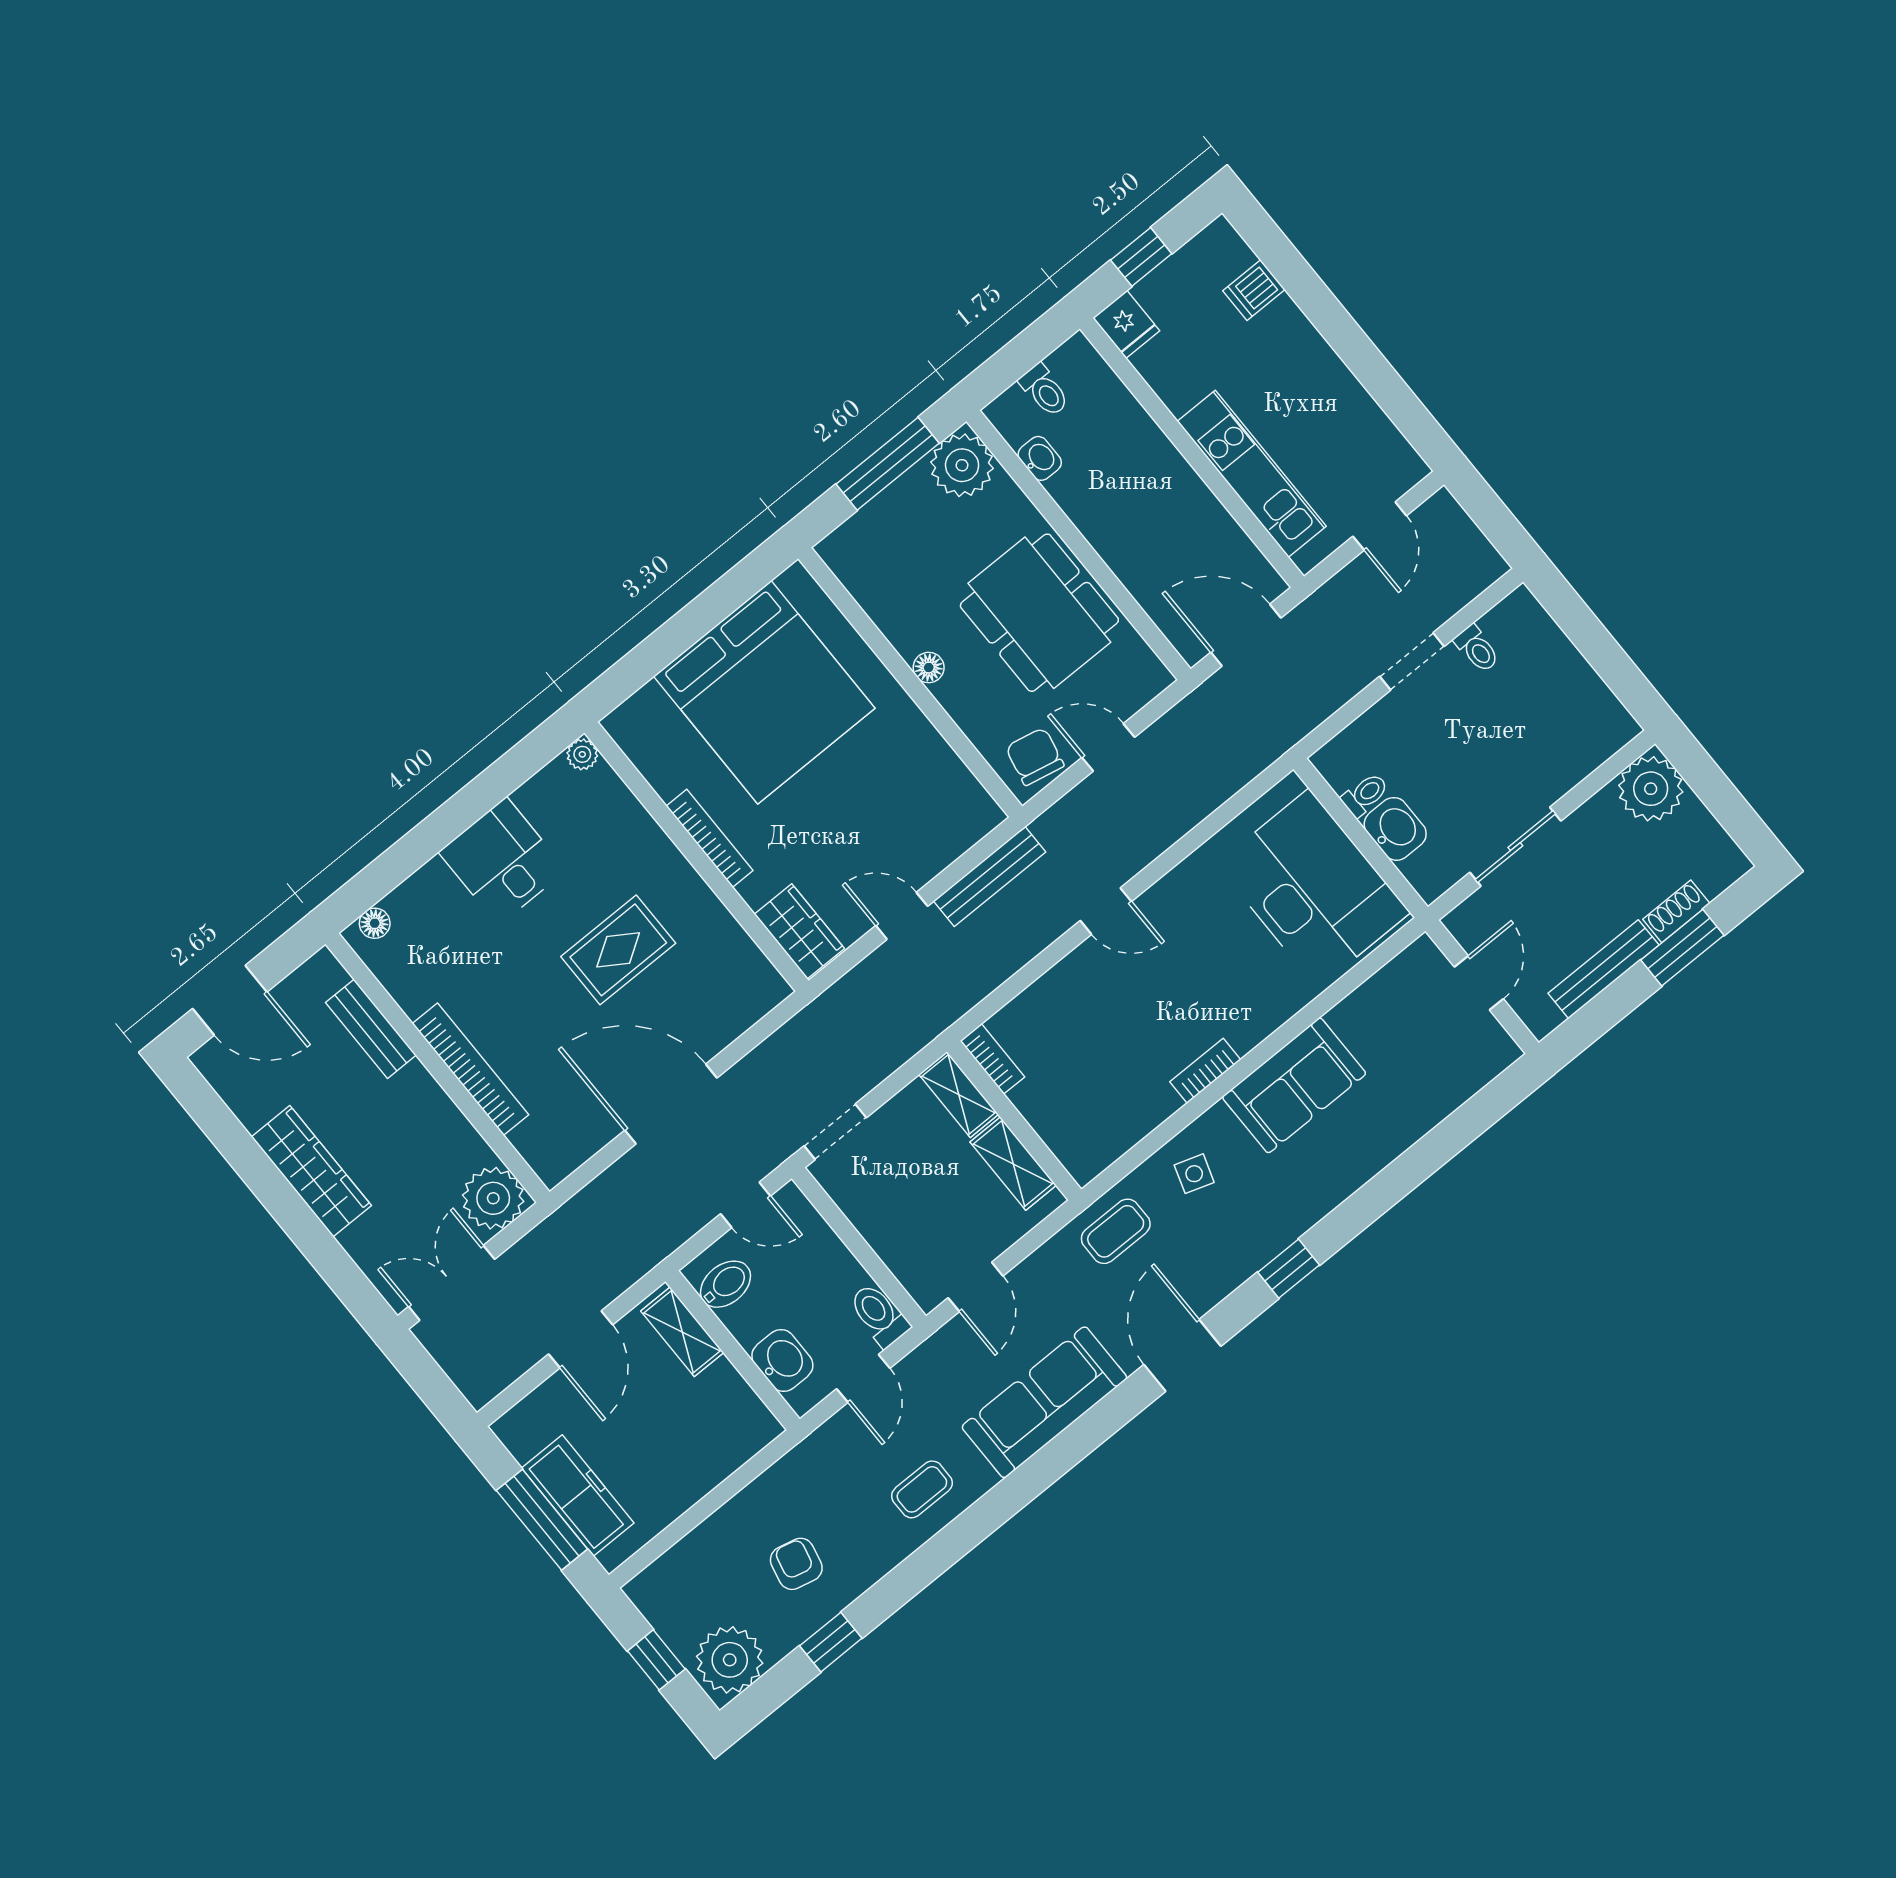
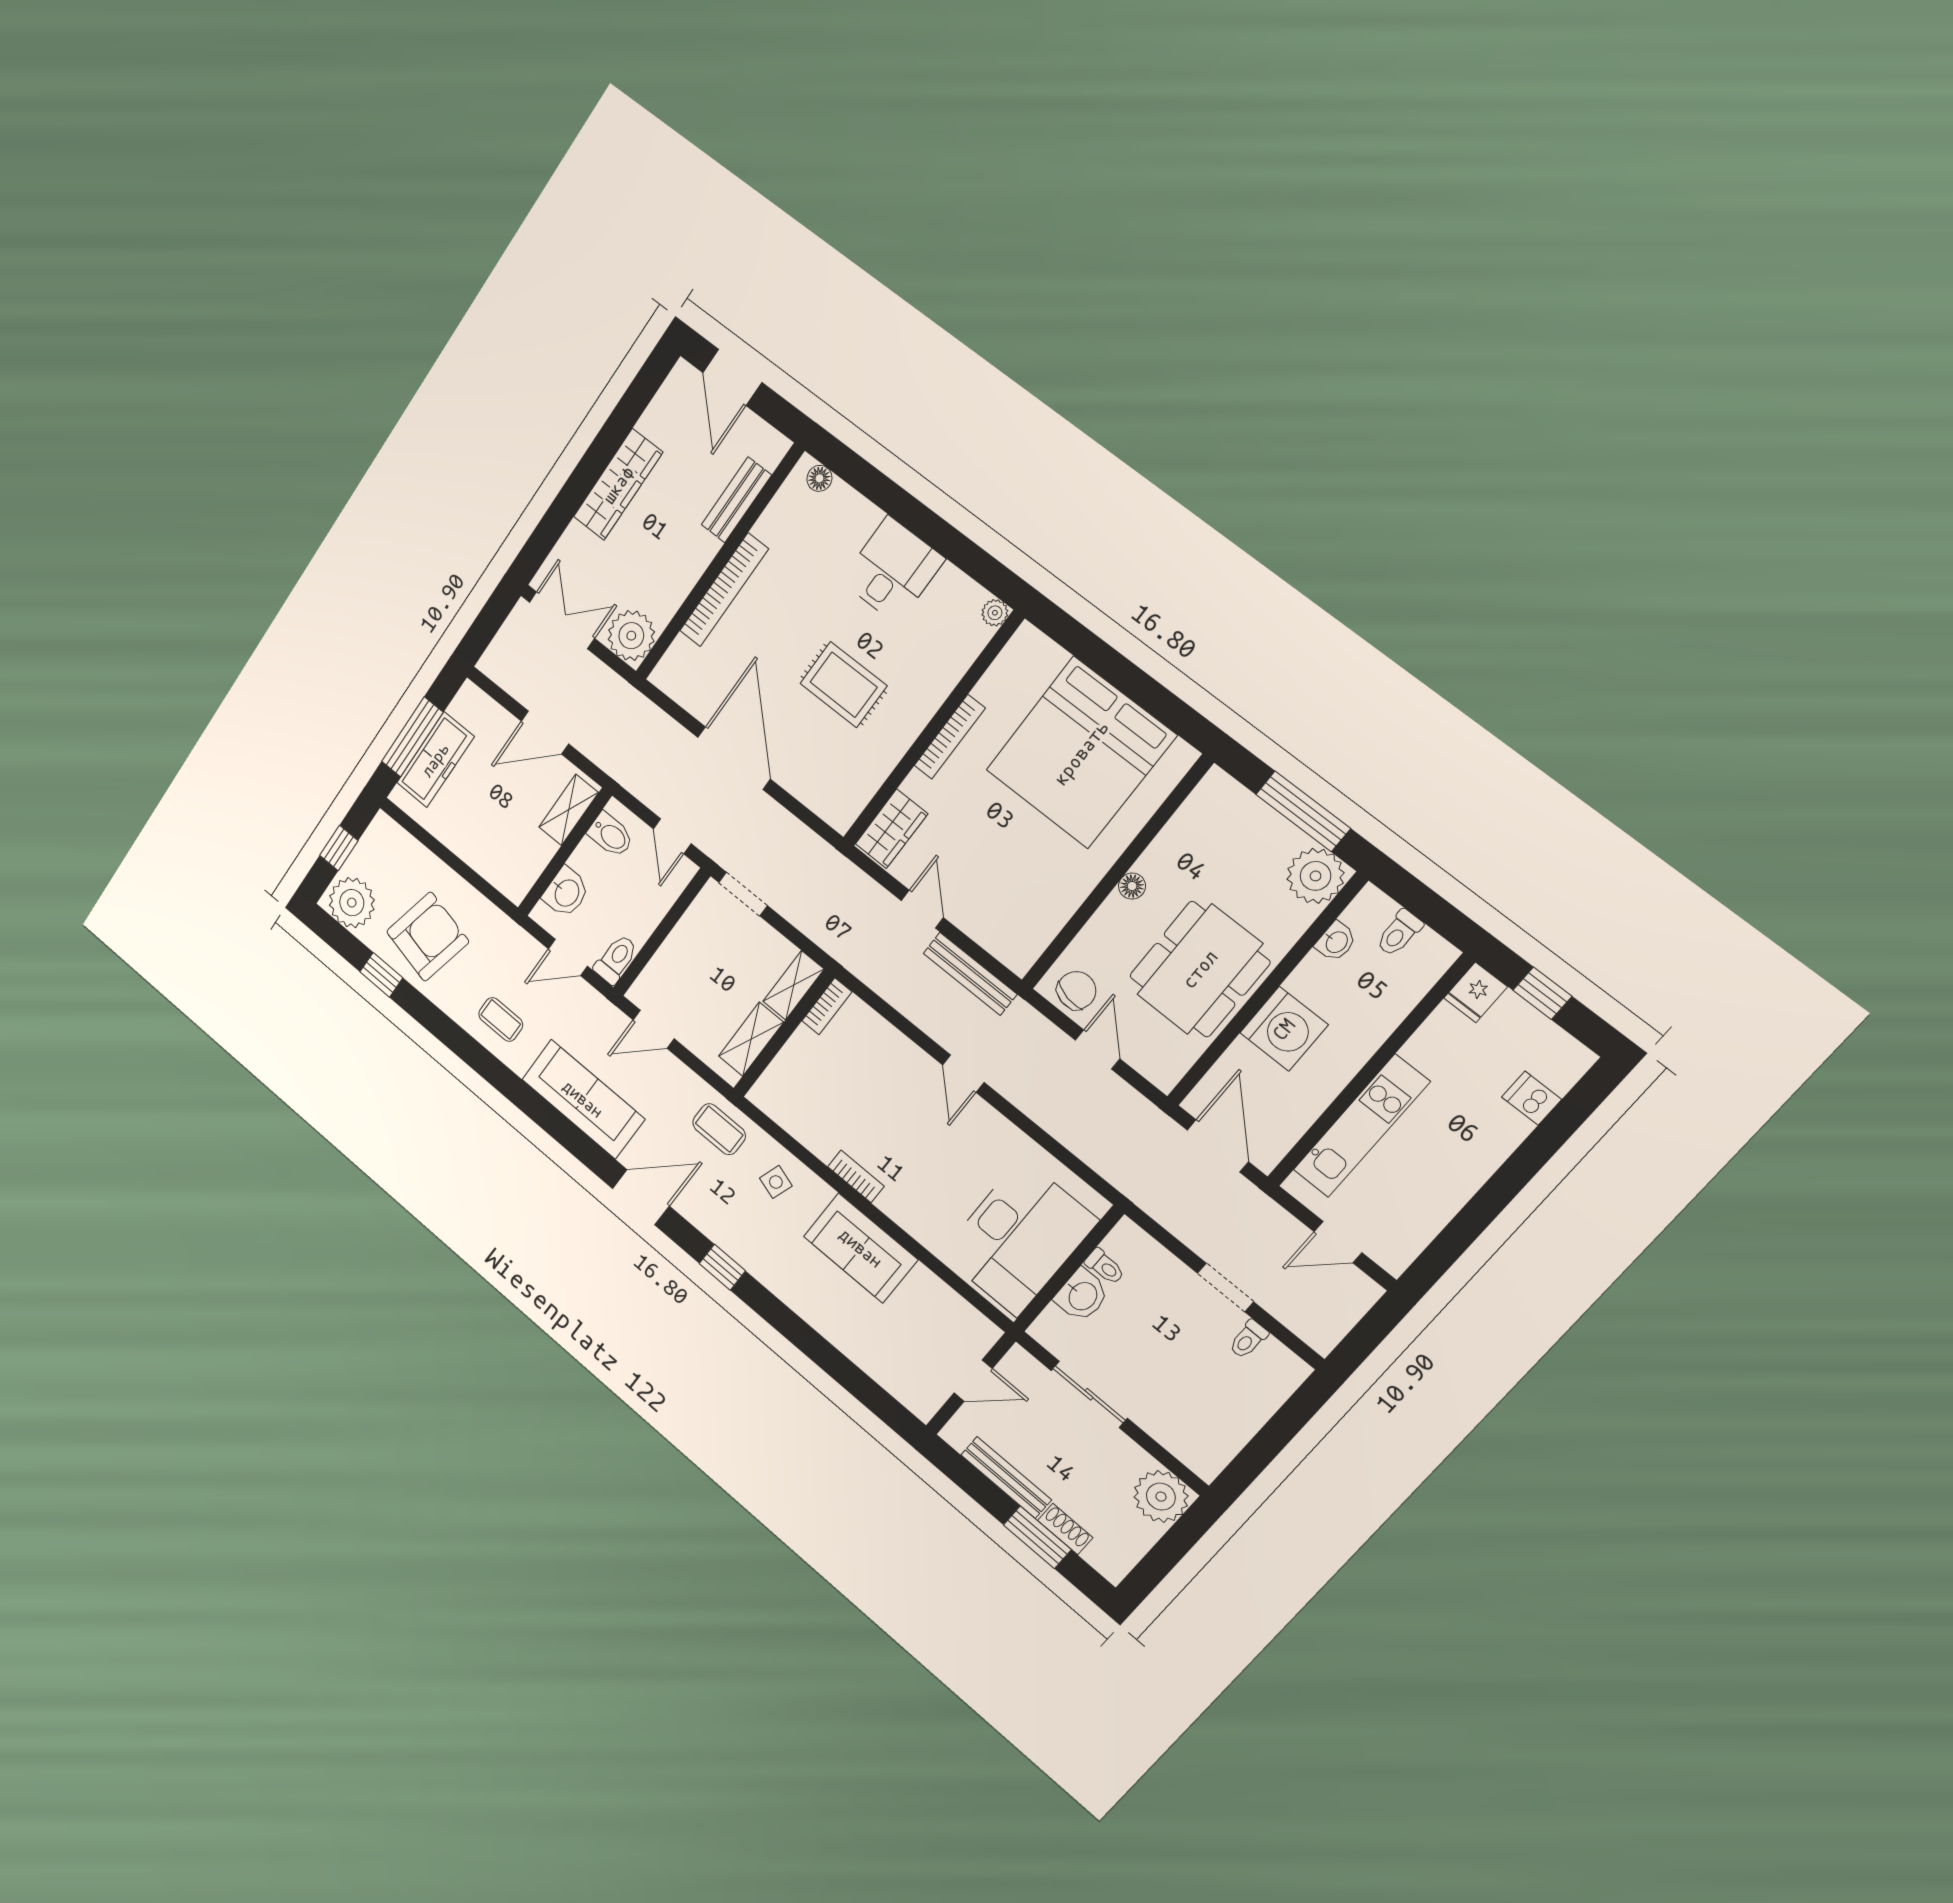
washing machine: (1126, 534) -> (1284, 1029), added
armchair: (796, 1564) -> (428, 937), width x1.88, depth x1.88

